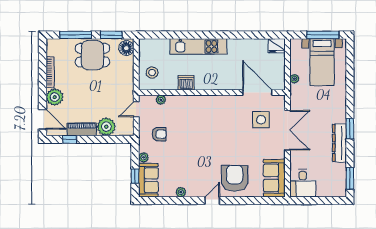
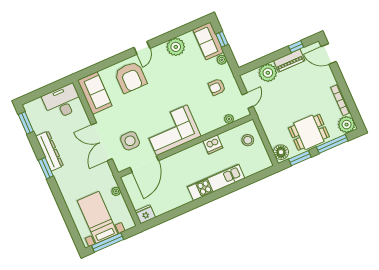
door: (257, 93) -> (144, 164), hinge flipped
plant: (55, 97) -> (347, 125), moved
corner sofa: (218, 112) -> (172, 130), added
desk: (303, 183) -> (62, 102), width x1.37
plant: (181, 192) -> (176, 47), width x1.87, depth x1.87

